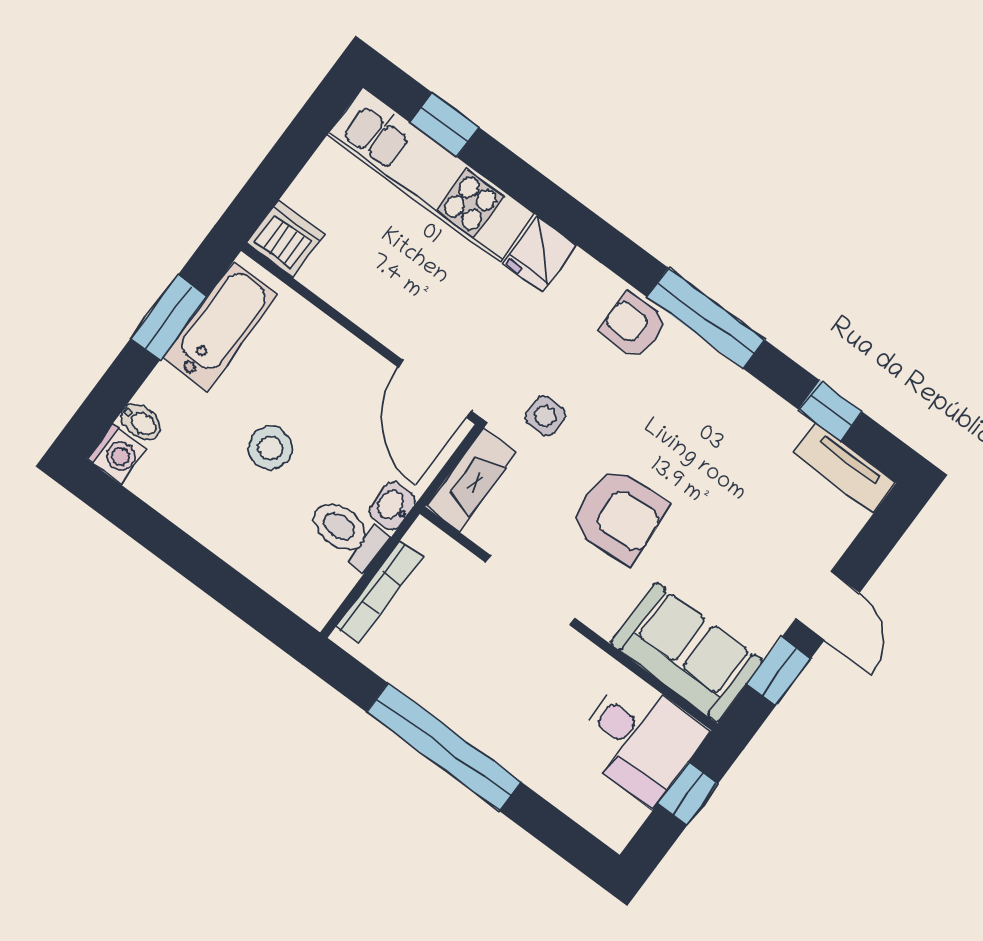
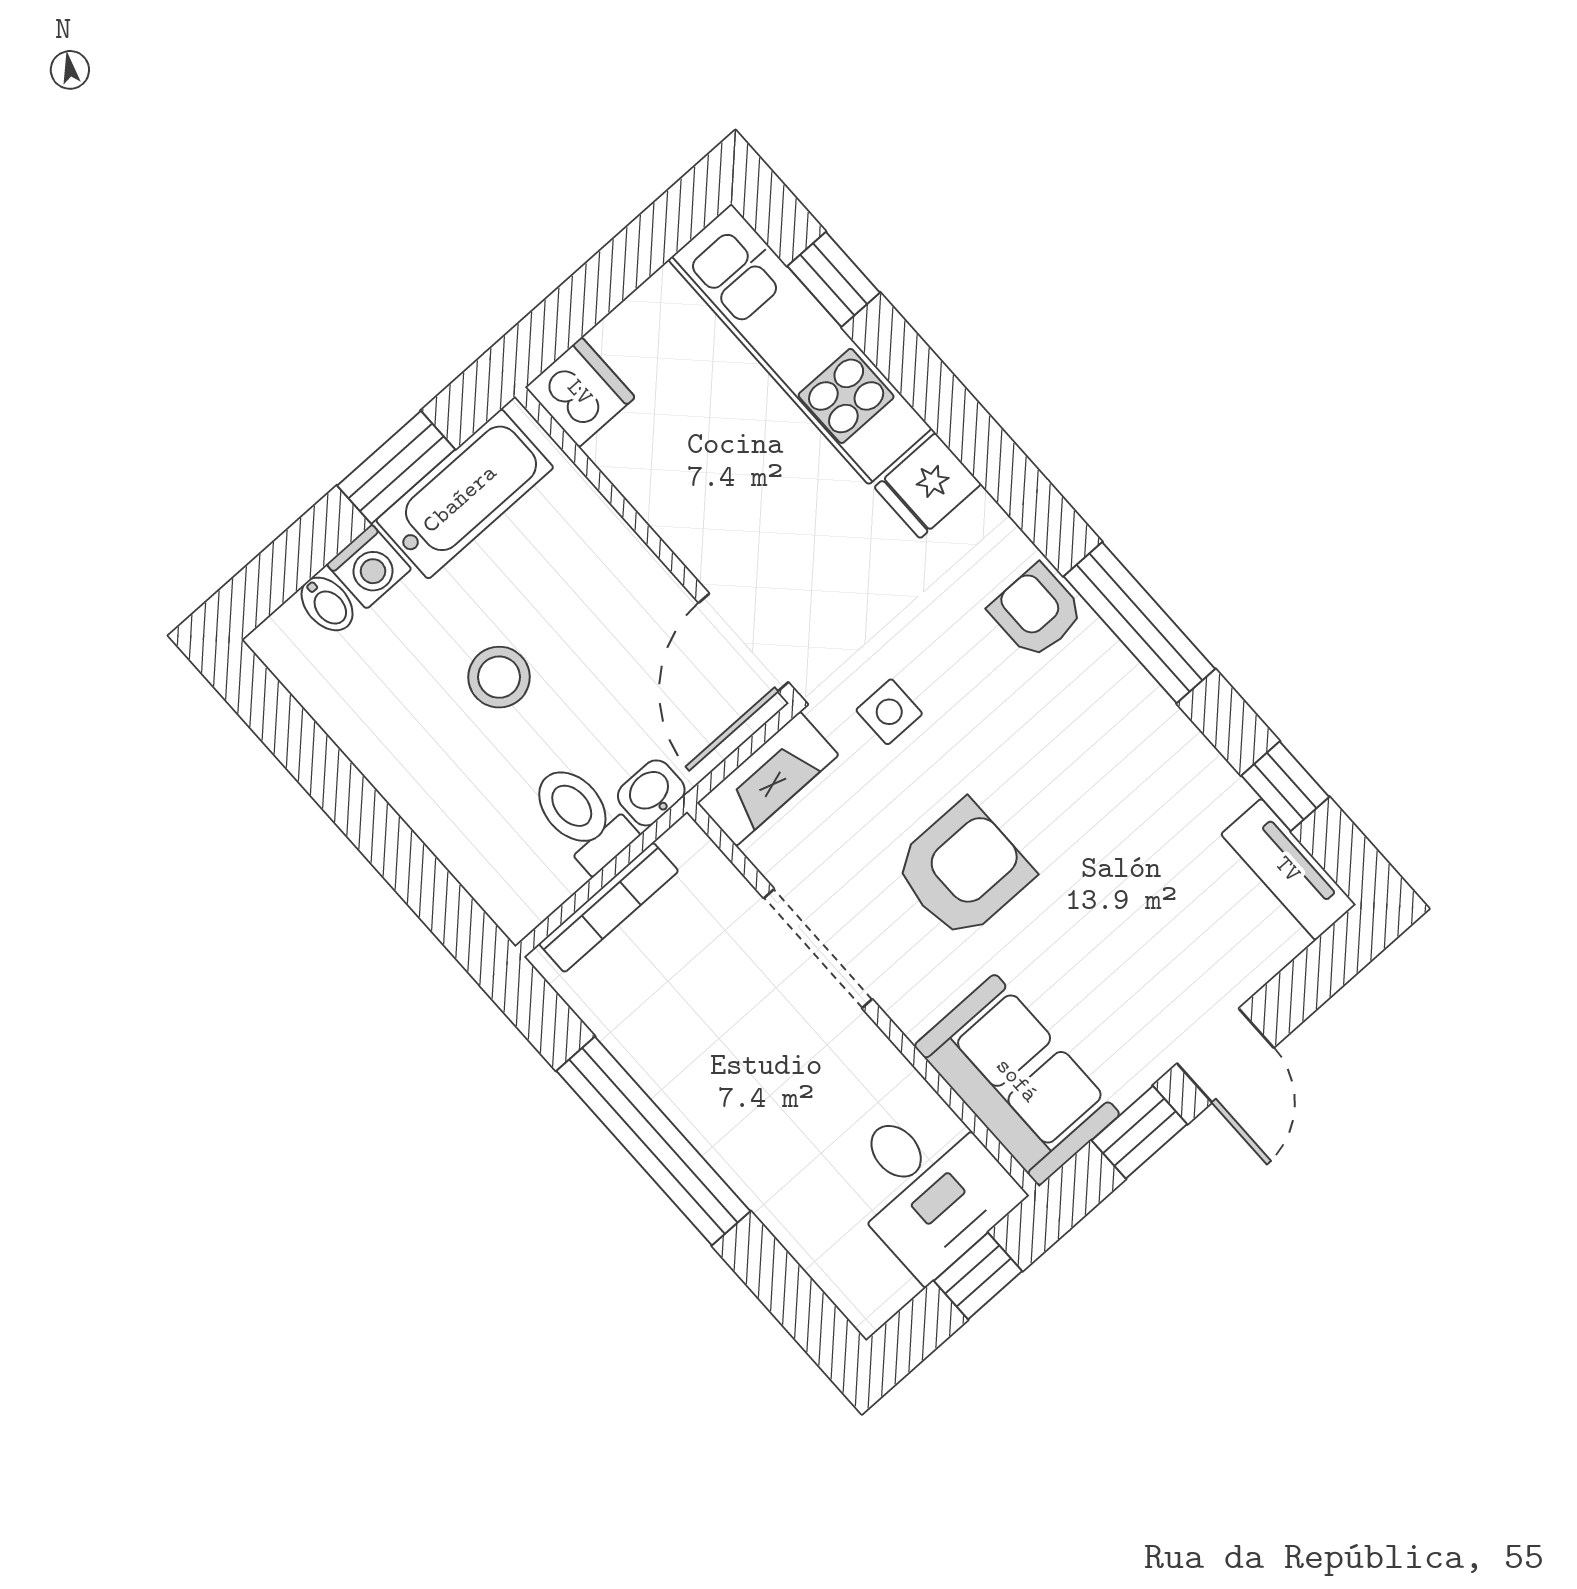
washing machine: (117, 454) -> (369, 567), moved
armchair: (619, 515) -> (963, 870), turned -87

